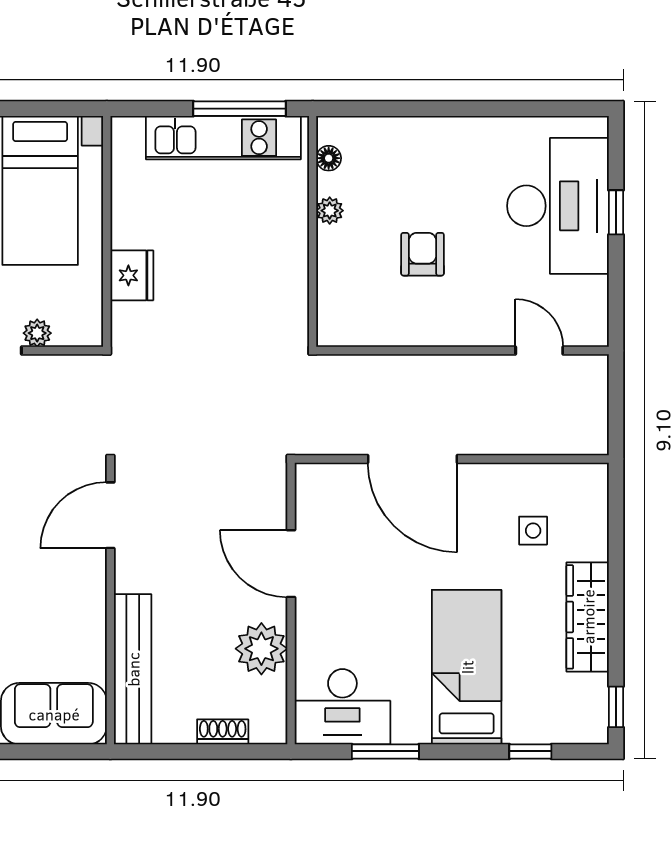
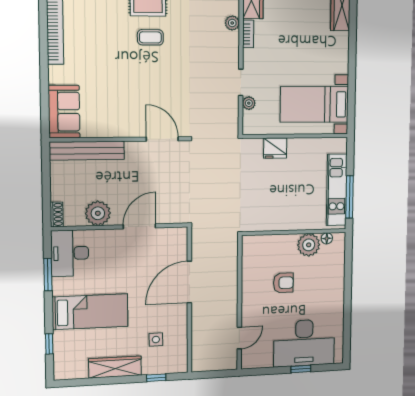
plant: (330, 211) -> (309, 245), width x1.87, depth x1.87
window: (616, 707) -> (156, 378), moved
shoe rack: (223, 732) -> (57, 214), moved

